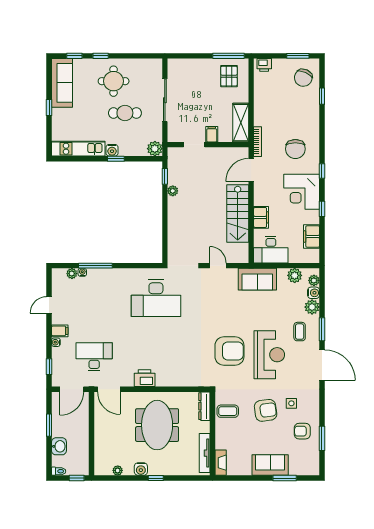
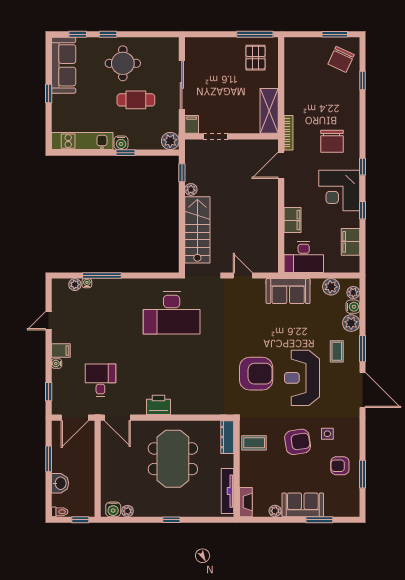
printer: (264, 65) -> (296, 45), removed
filing cabinet: (212, 134) -> (192, 124), moved
stairs: (238, 214) -> (197, 230), moved, turned 180
reception desk: (269, 355) -> (302, 378), turned 180
desk: (94, 357) -> (100, 380), width x0.73
water cooler: (141, 469) -> (113, 509), moved
plant: (246, 470) -> (275, 511), added

